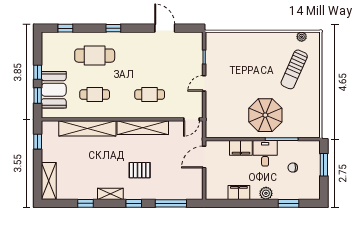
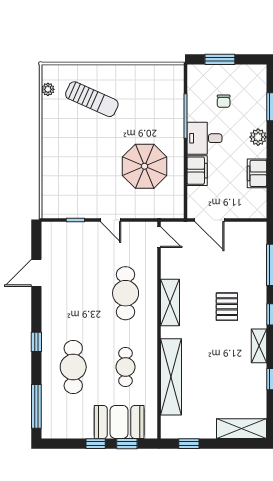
window: (65, 28) -> (36, 406), width x2.17
cafe table: (150, 94) -> (126, 293), width x1.37, depth x1.35
parasol: (265, 115) -> (145, 166), moved
shelving: (143, 128) -> (170, 302), width x0.68

